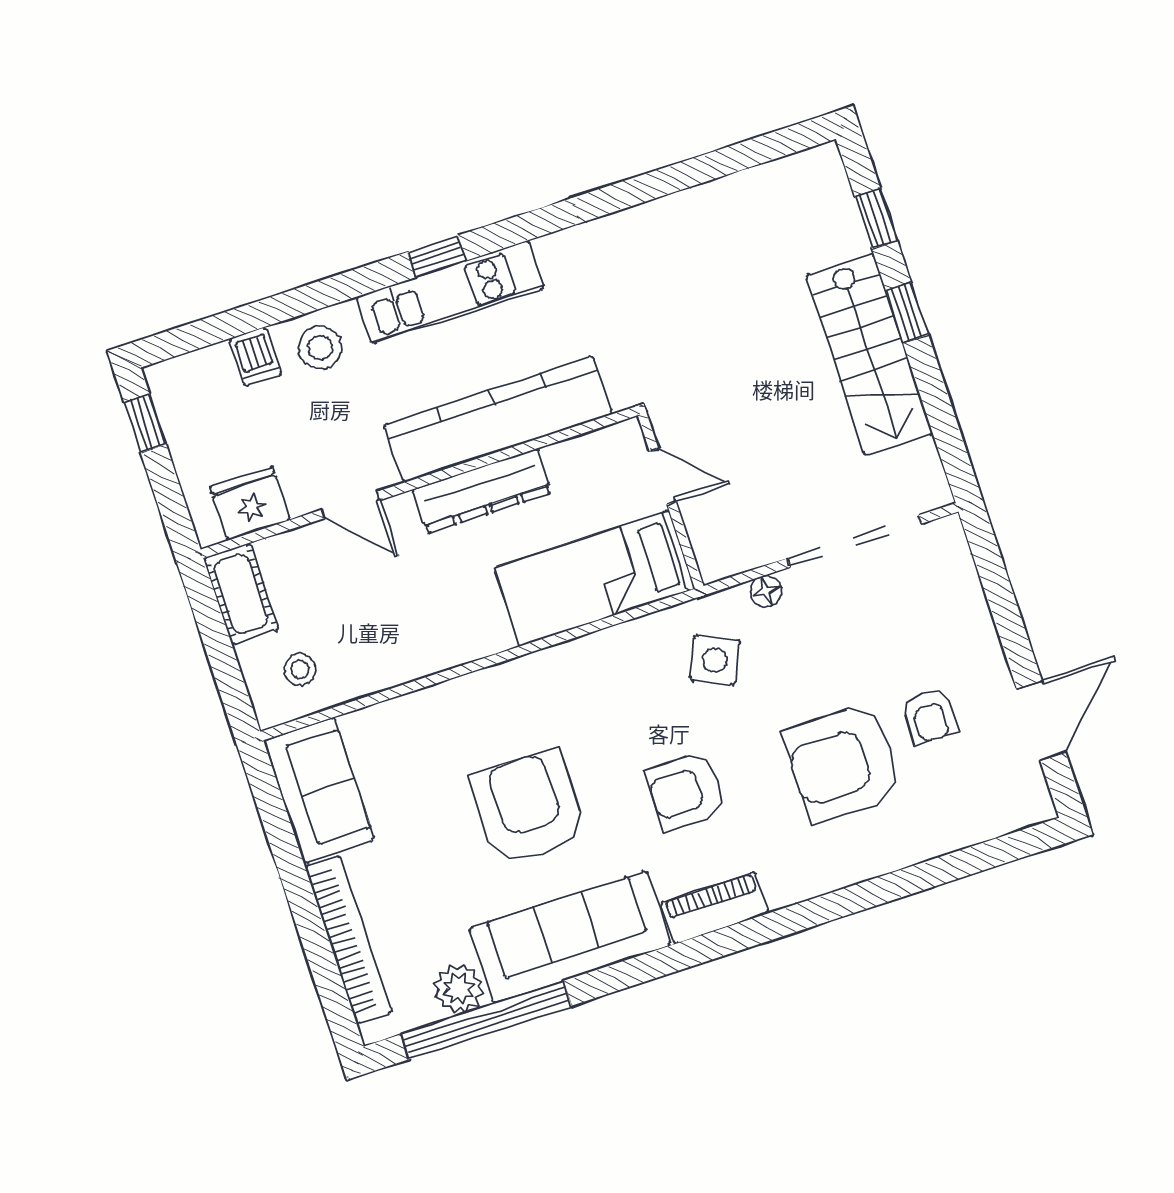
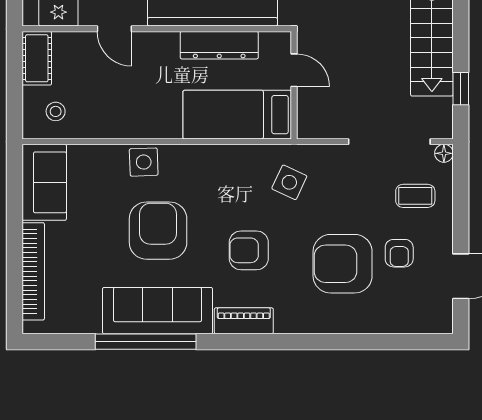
window: (907, 313) -> (461, 89), moved
dresser: (482, 491) -> (219, 45), moved
floor lamp: (766, 591) -> (444, 153), moved
coffee table: (925, 615) -> (415, 196), added
side table: (469, 704) -> (144, 162), added
plant: (459, 989) -> (86, 319), removed
window: (486, 1020) -> (146, 342), moved

